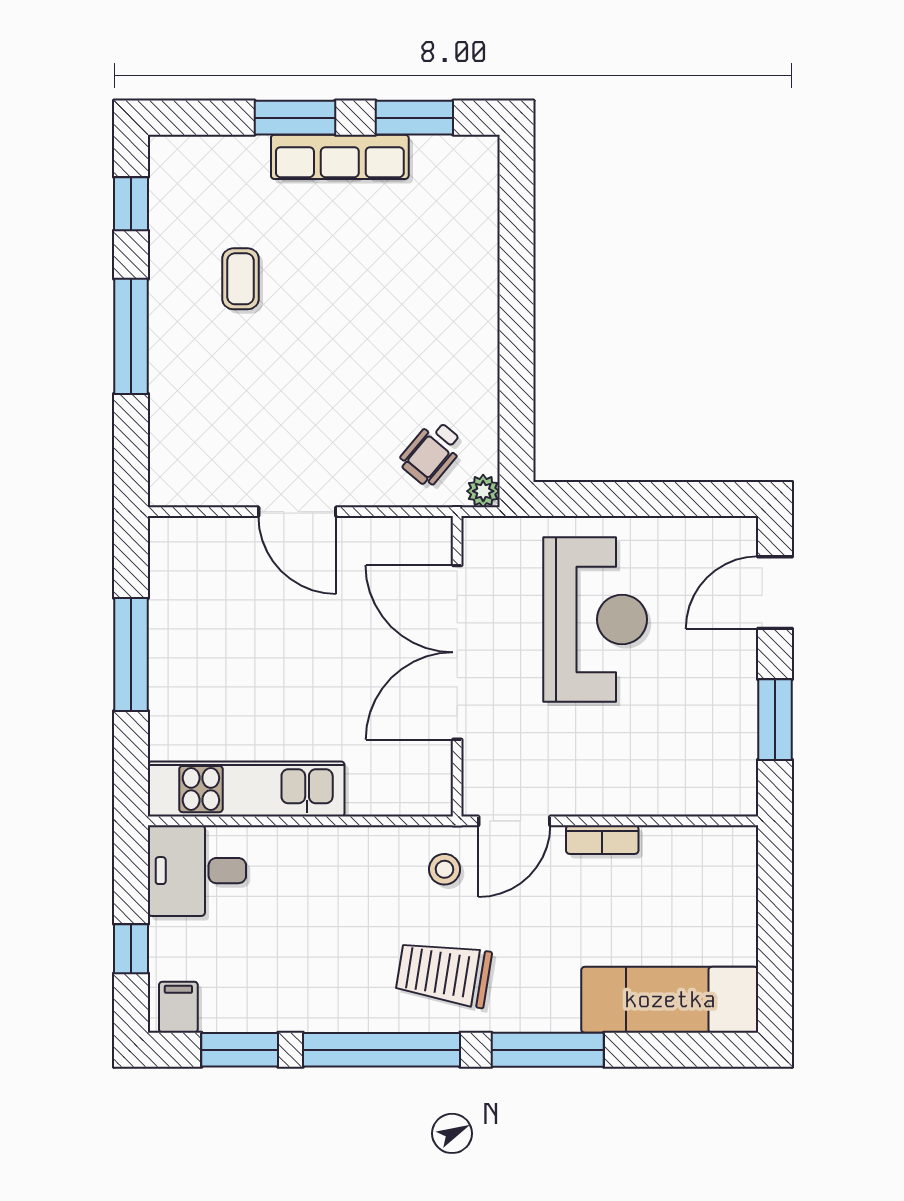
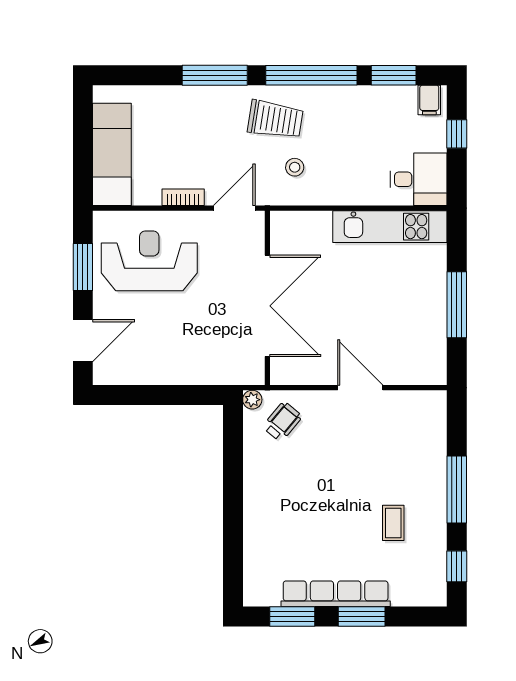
row of seats: (340, 157) -> (336, 594), width x1.36
reception desk: (595, 619) -> (149, 261), moved, turned 90
stool: (444, 869) -> (295, 167), moved
exam couch: (670, 1000) -> (112, 154), moved, turned -90

